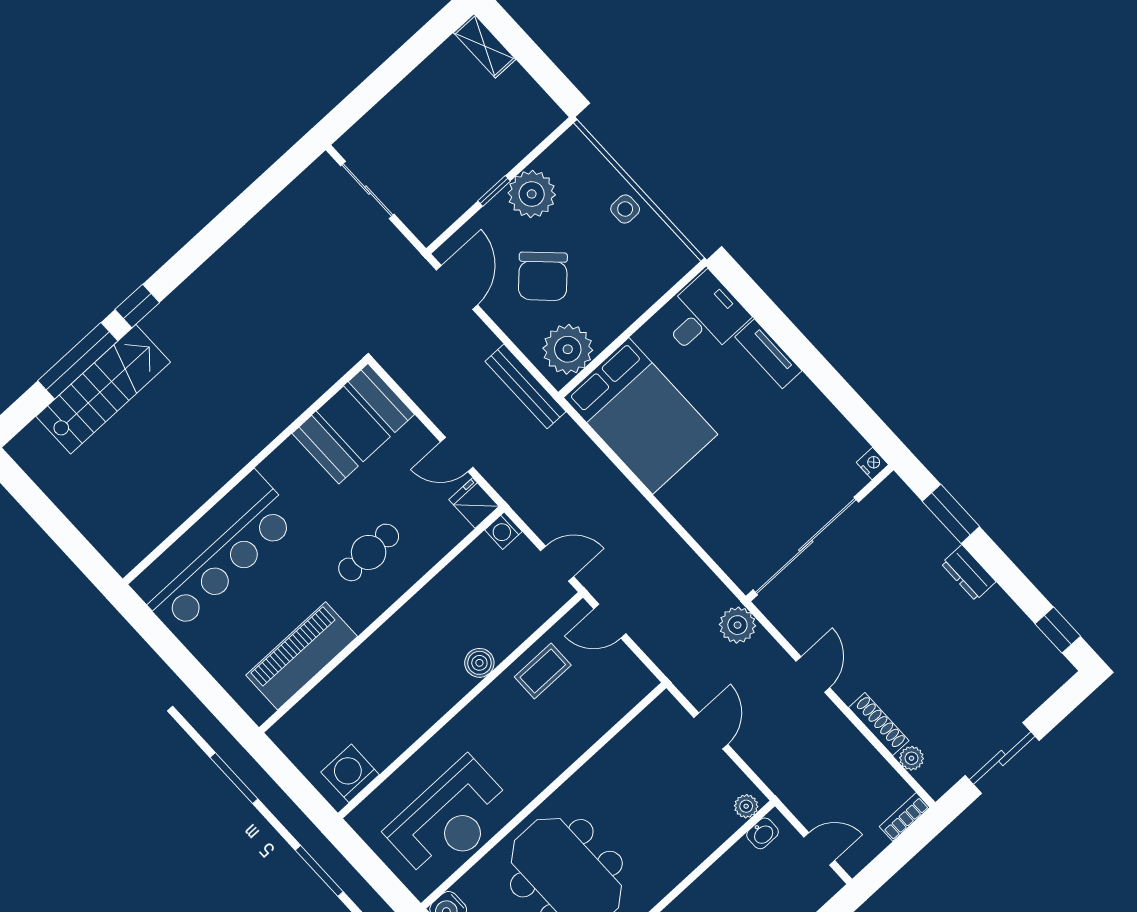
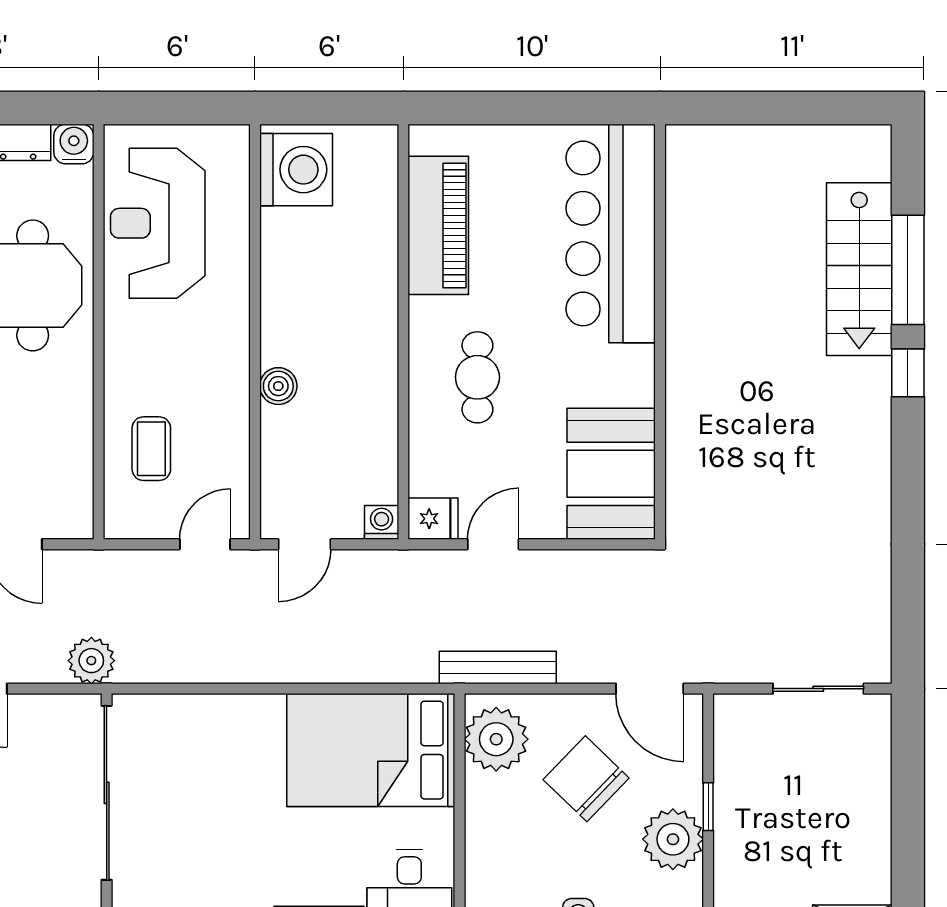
coffee table: (543, 671) -> (151, 449), moved
washing machine: (350, 773) -> (296, 170), width x1.37, depth x1.37

